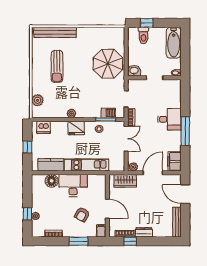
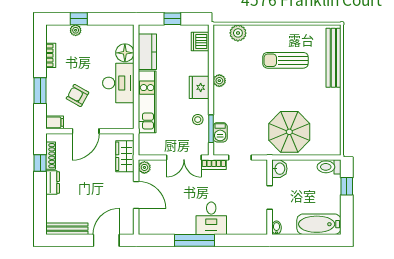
toilet: (143, 35) -> (329, 167), moved
filing cabinet: (174, 161) -> (152, 225), removed

